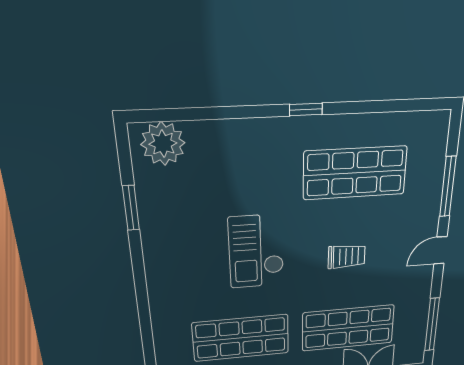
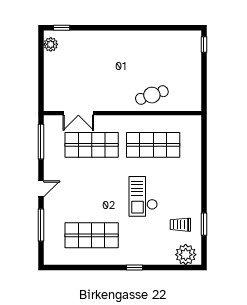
window: (306, 109) -> (134, 268), moved
checkout: (256, 251) -> (143, 196), turned 180
trolley: (347, 256) -> (180, 225), moved

